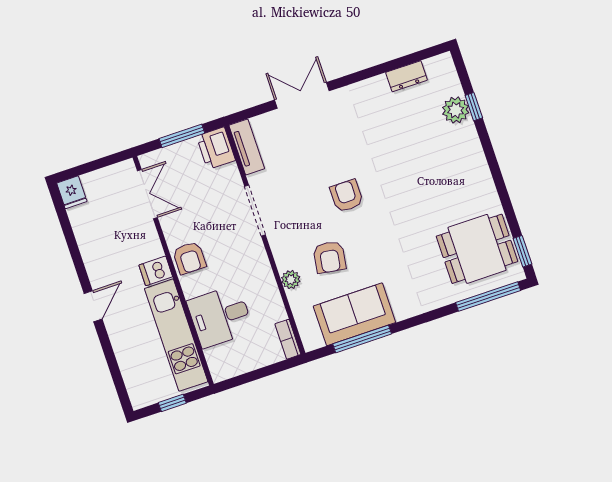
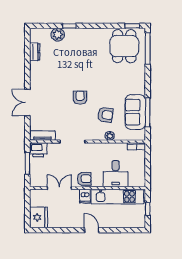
window: (474, 107) -> (70, 26), moved
fridge: (72, 192) -> (38, 217), width x1.88, depth x1.34
double door: (147, 194) -> (59, 188), moved
armchair: (347, 196) -> (80, 98), turned 90

